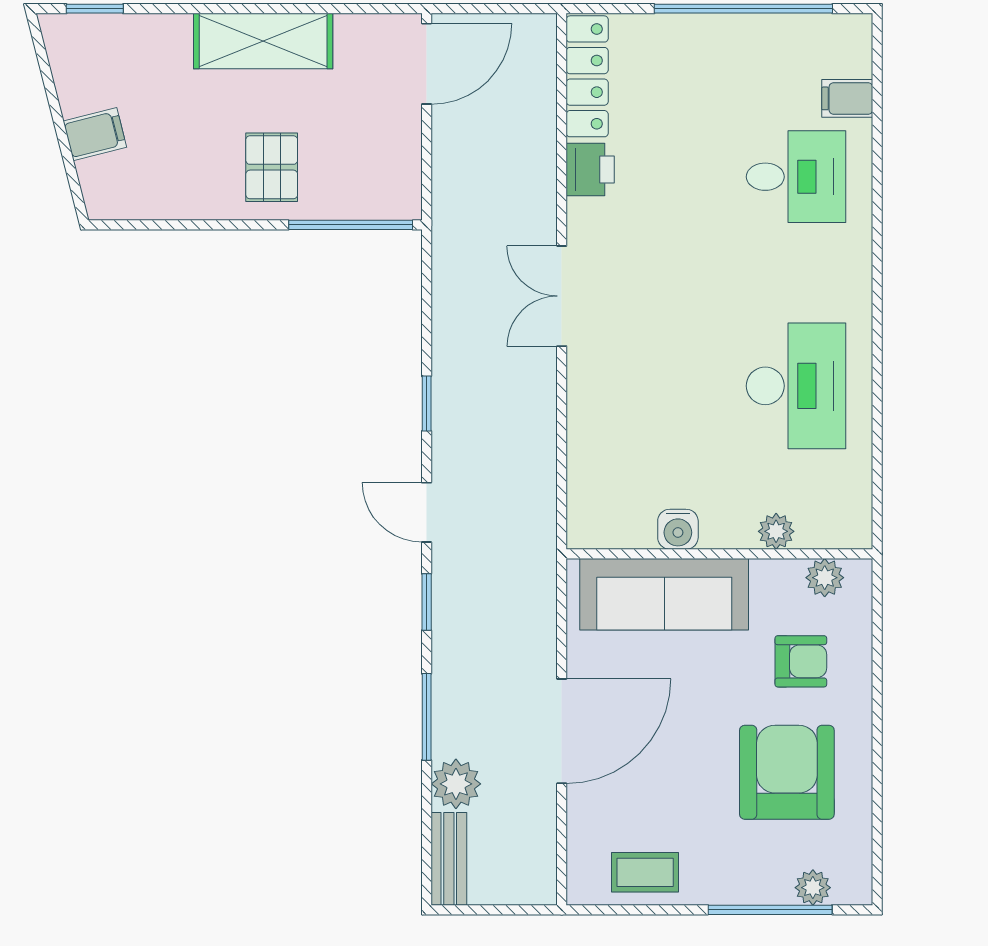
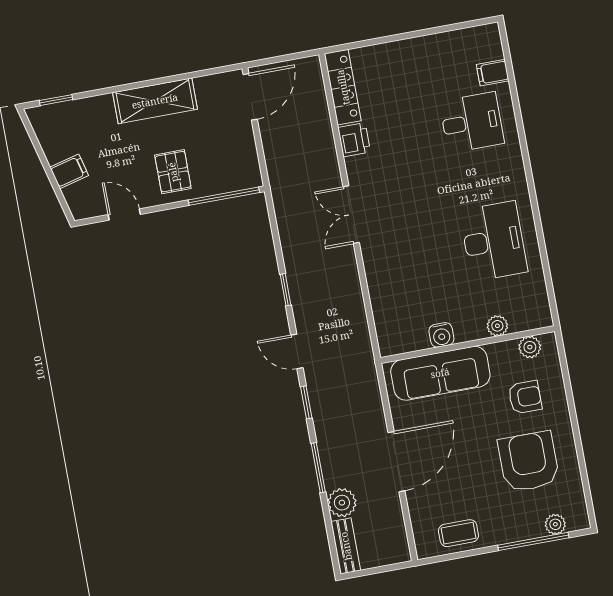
window: (743, 9) -> (424, 32), removed
door: (175, 225) -> (124, 214), added

